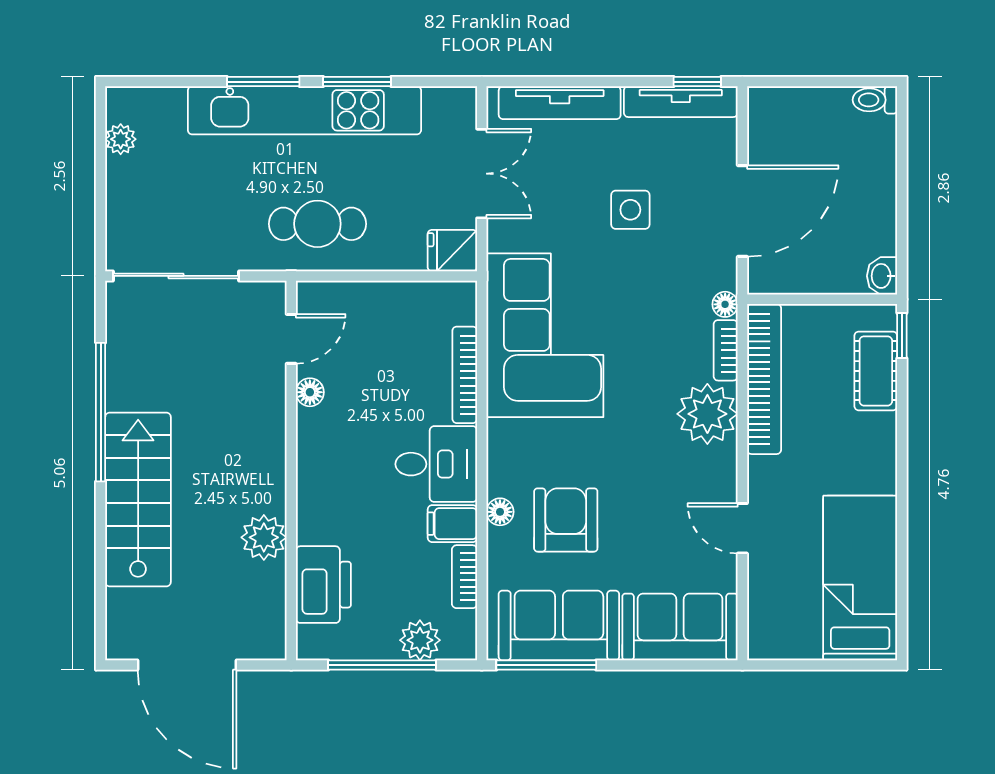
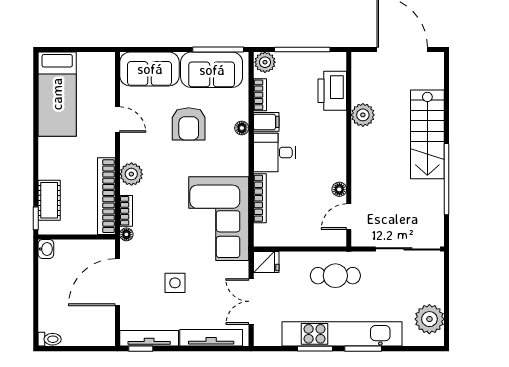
plant: (121, 139) -> (429, 319), width x1.88, depth x1.88
plant: (707, 414) -> (131, 174), width x0.73, depth x0.73
armchair: (566, 520) -> (189, 124), moved
plant: (420, 640) -> (265, 62), moved

